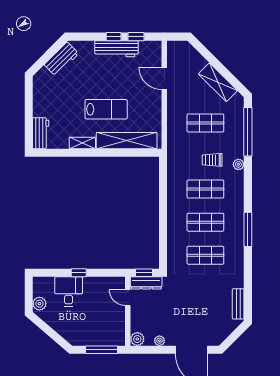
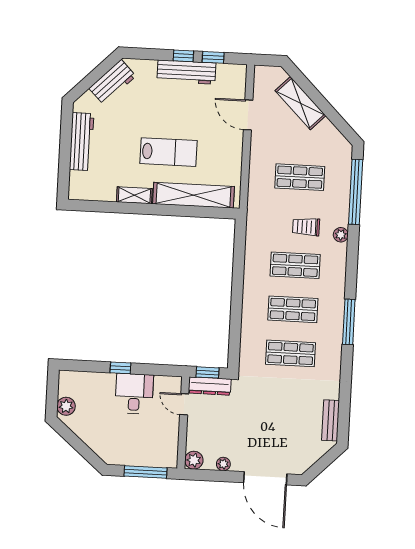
shelving: (218, 82) -> (300, 103), moved
workbench: (41, 133) -> (82, 142), moved, width x1.38
desk: (69, 292) -> (134, 394), moved

